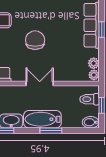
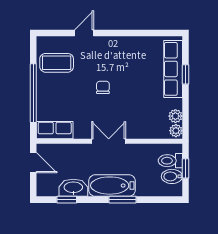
chair: (35, 40) -> (103, 87), width x0.54, depth x0.54
bidet: (91, 122) -> (172, 176), moved

